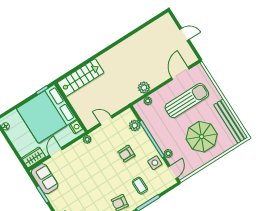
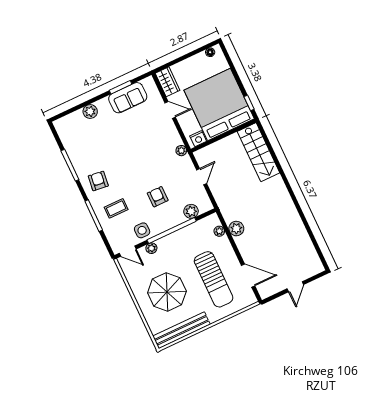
sofa: (45, 179) -> (128, 98), moved

